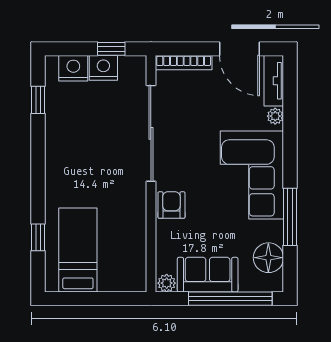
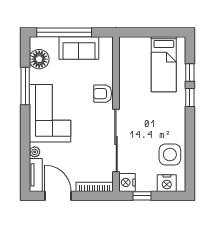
nightstand: (103, 68) -> (127, 182), moved, turned 90
window: (38, 100) -> (190, 97), moved
side table: (69, 112) -> (170, 155), added
armchair: (171, 205) -> (103, 94), turned 90
plant: (167, 283) -> (106, 43), removed

